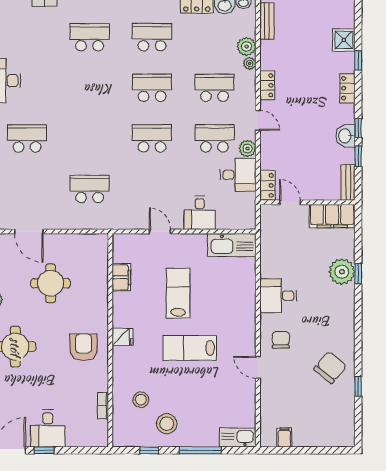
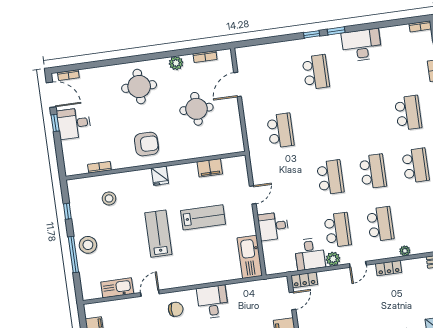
plant: (247, 47) -> (419, 246), removed
stool: (167, 424) -> (88, 245), moved
kitchen sink: (238, 437) -> (117, 288), moved, turned -90

